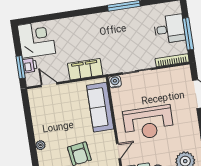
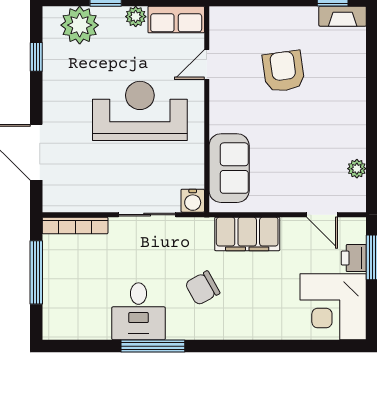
desk: (169, 29) -> (138, 311), moved, turned -90
chair: (103, 39) -> (202, 288), added
sofa: (100, 107) -> (229, 168), width x0.73
plant: (40, 145) -> (357, 169), moved

